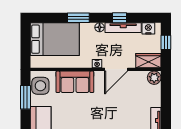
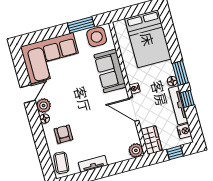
window: (78, 18) -> (180, 73), moved

